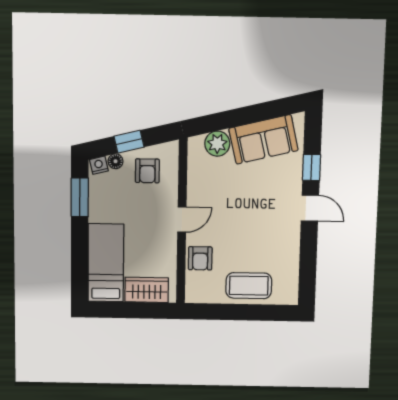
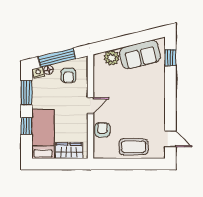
window: (129, 142) -> (57, 58), width x2.17
window: (311, 167) -> (170, 58), moved
door: (310, 208) -> (170, 139), moved
window: (80, 250) -> (26, 126), added
armchair: (200, 258) -> (102, 130), turned 180

